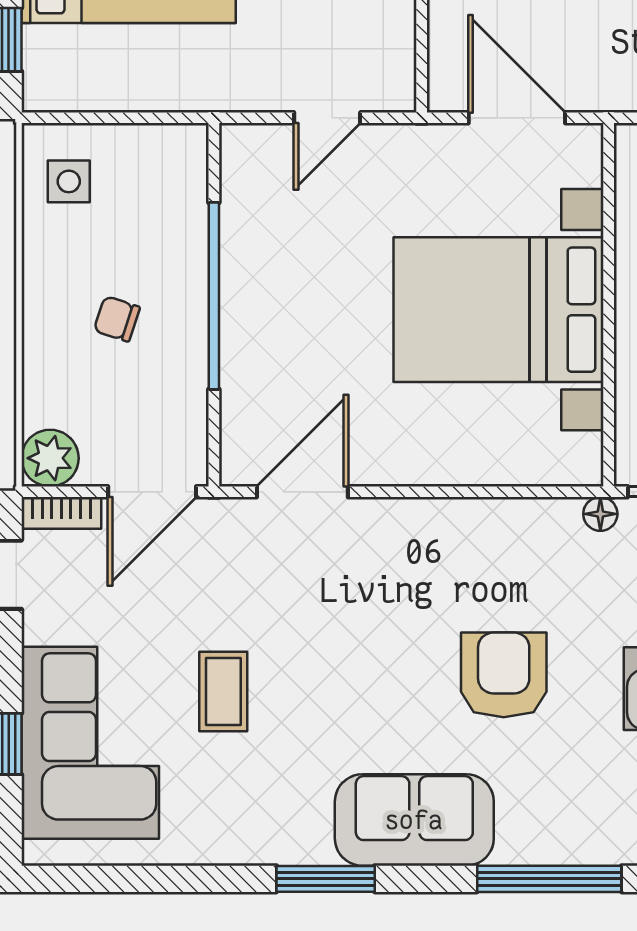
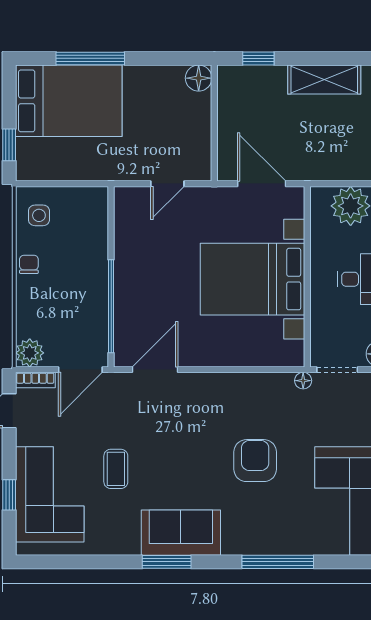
window: (214, 296) -> (111, 306), moved
chair: (117, 319) -> (29, 264), moved, turned 72
sofa: (414, 820) -> (181, 533), moved

